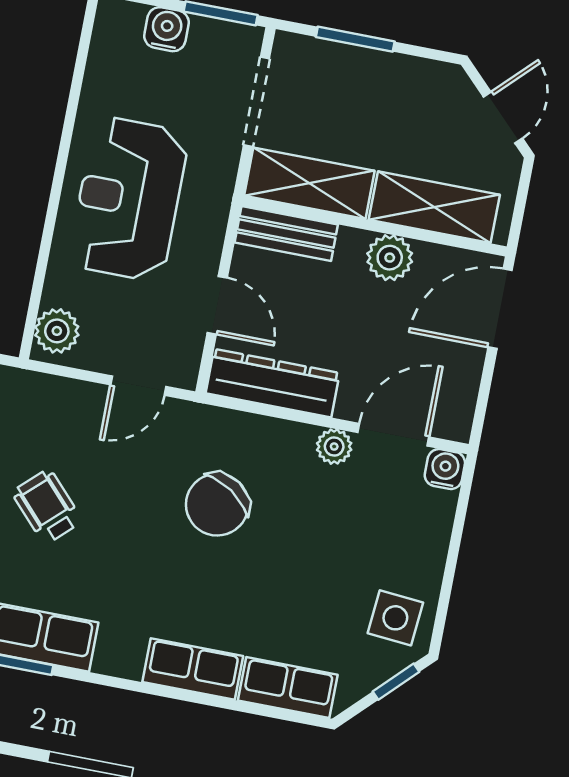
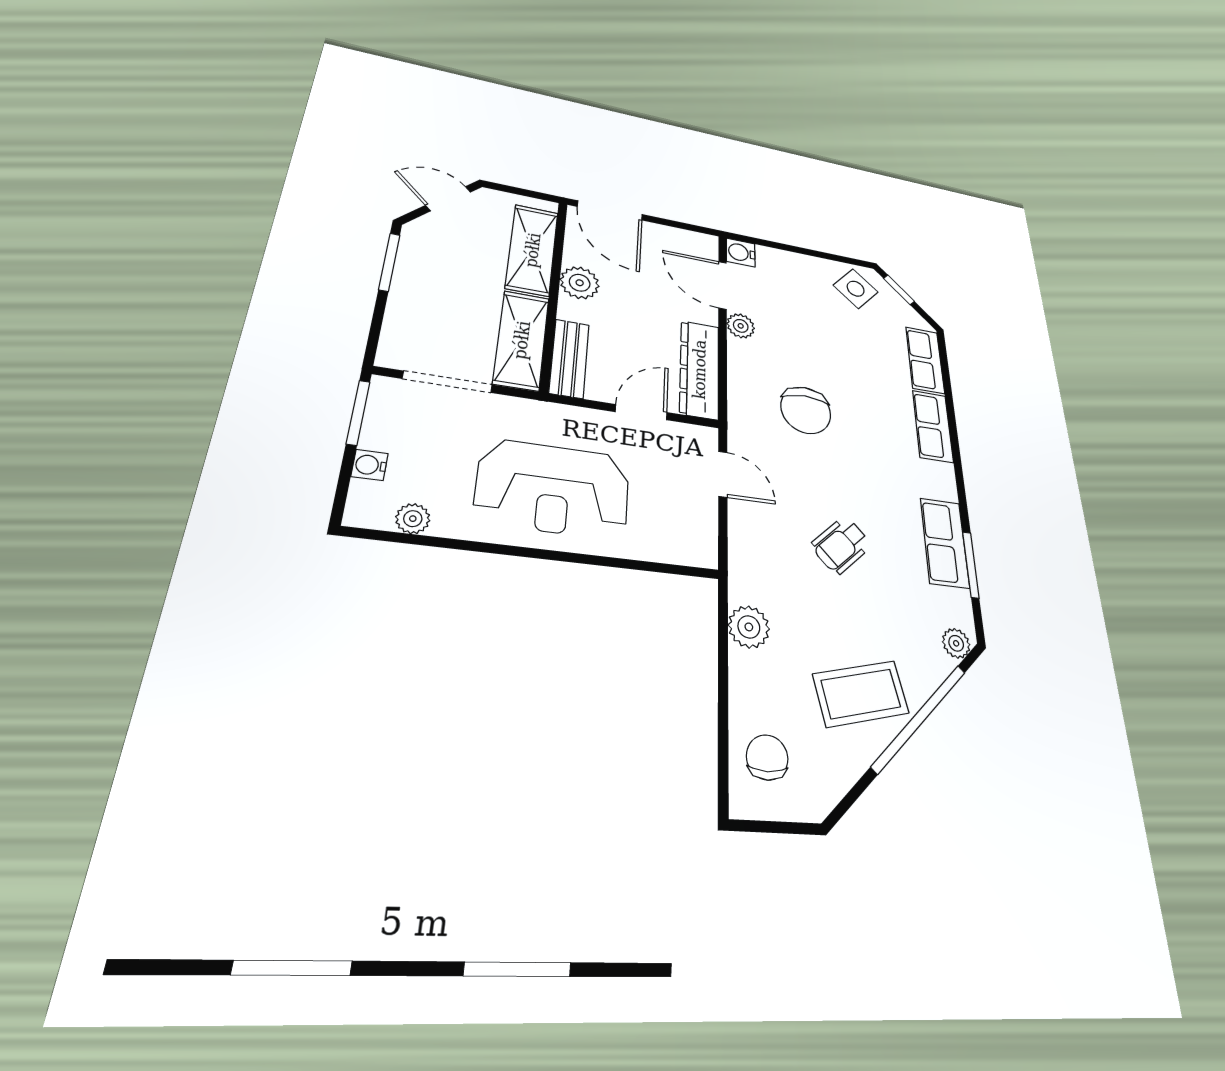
water cooler: (166, 29) -> (370, 465), width x0.72, depth x0.72
window: (355, 39) -> (389, 262), moved
plant: (57, 331) -> (413, 519), moved, width x0.73, depth x0.73
chair: (217, 505) -> (806, 410), turned 56
side table: (395, 618) -> (856, 289), turned 37

